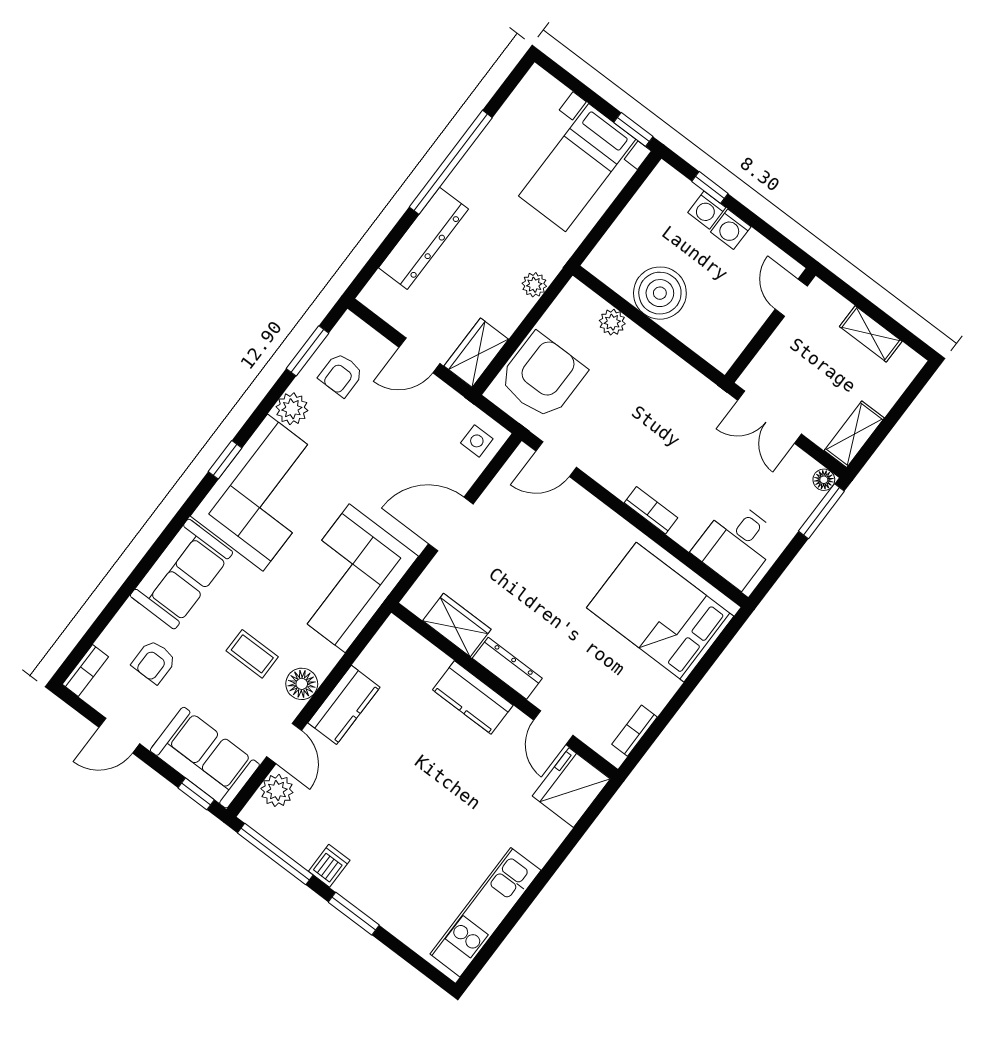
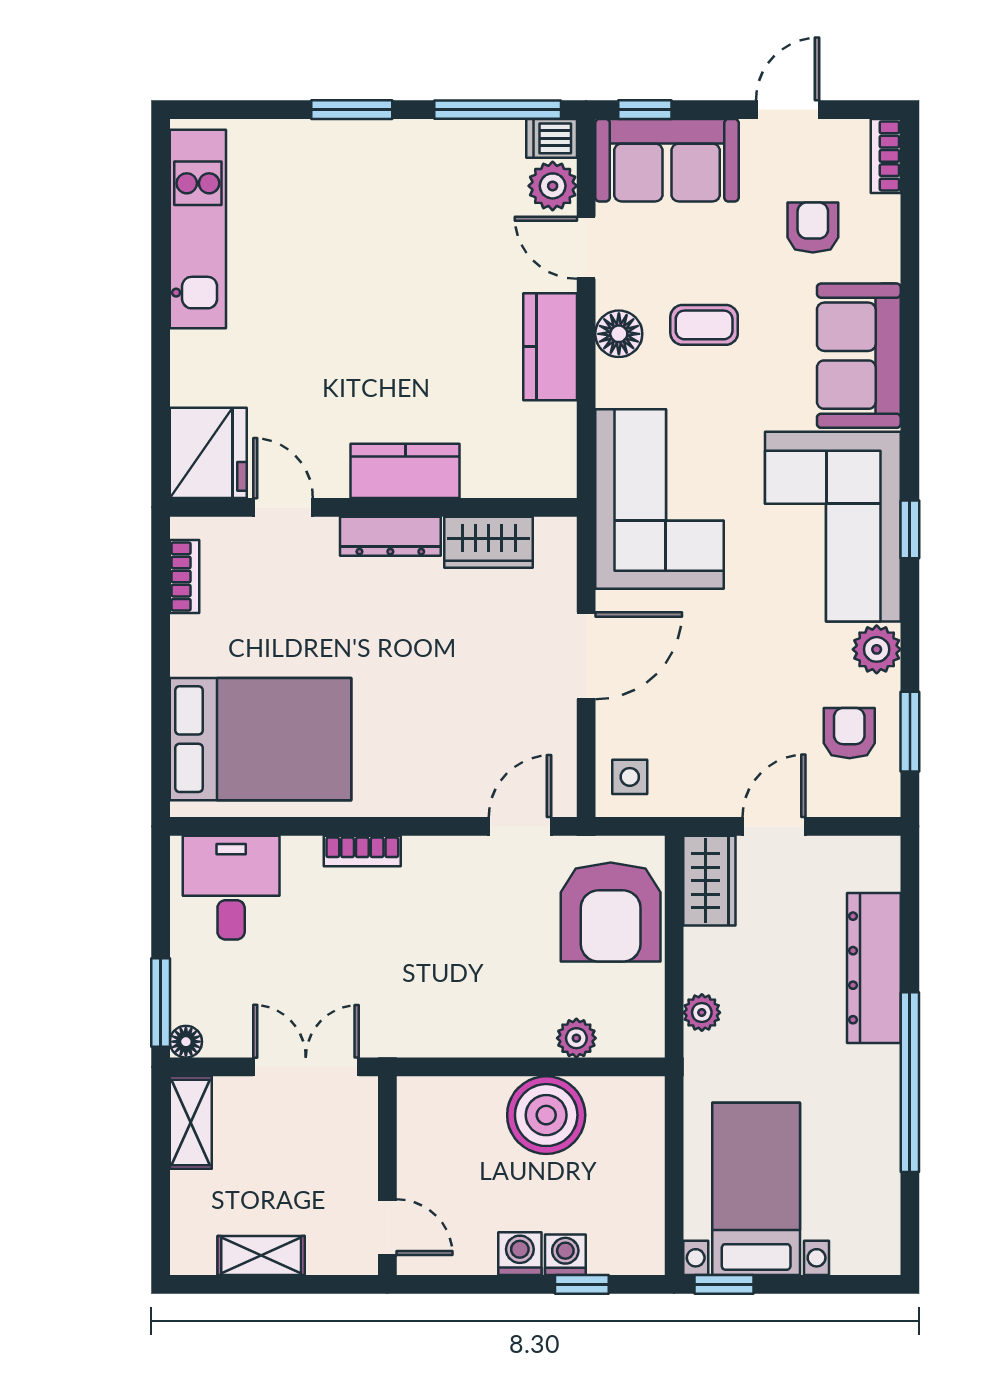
dishwasher: (329, 866) -> (552, 138), moved, turned 90

